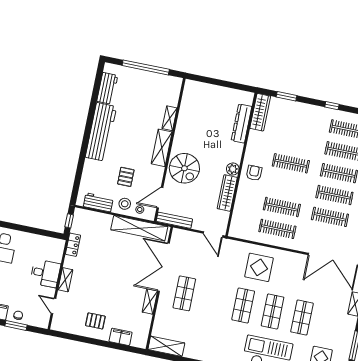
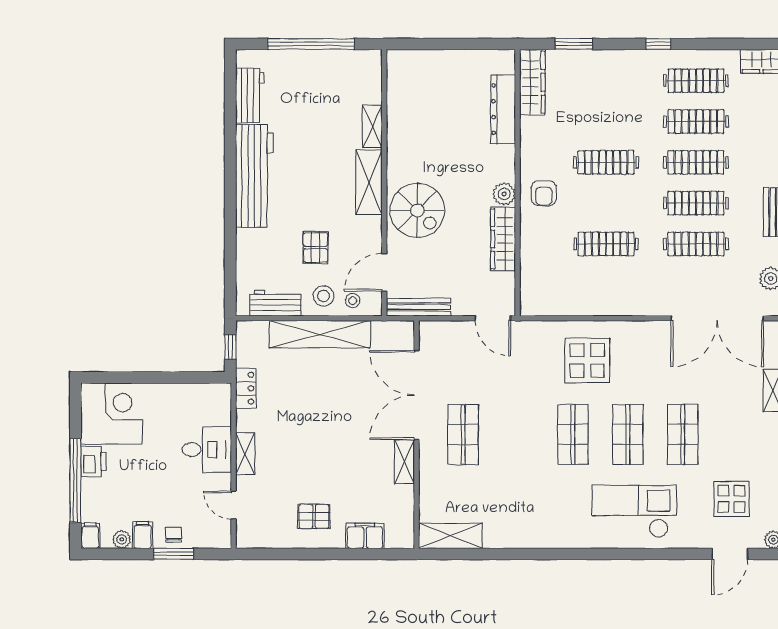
armchair: (254, 173) -> (544, 193), turned 180
shelving: (139, 228) -> (320, 334), moved
clothes rail: (277, 229) -> (606, 285), removed

